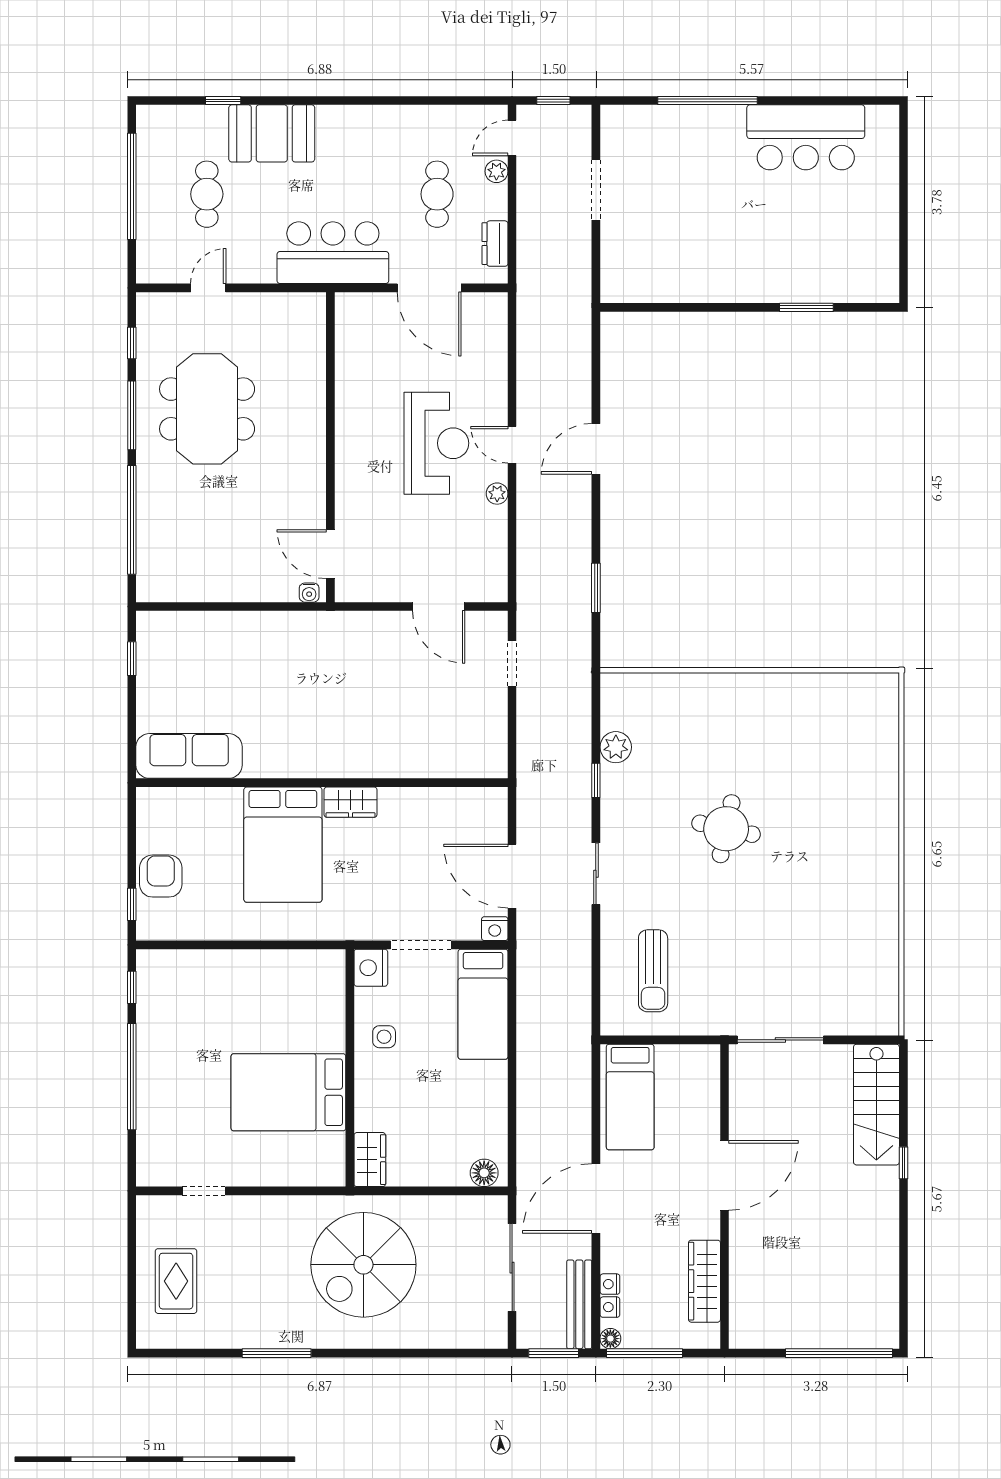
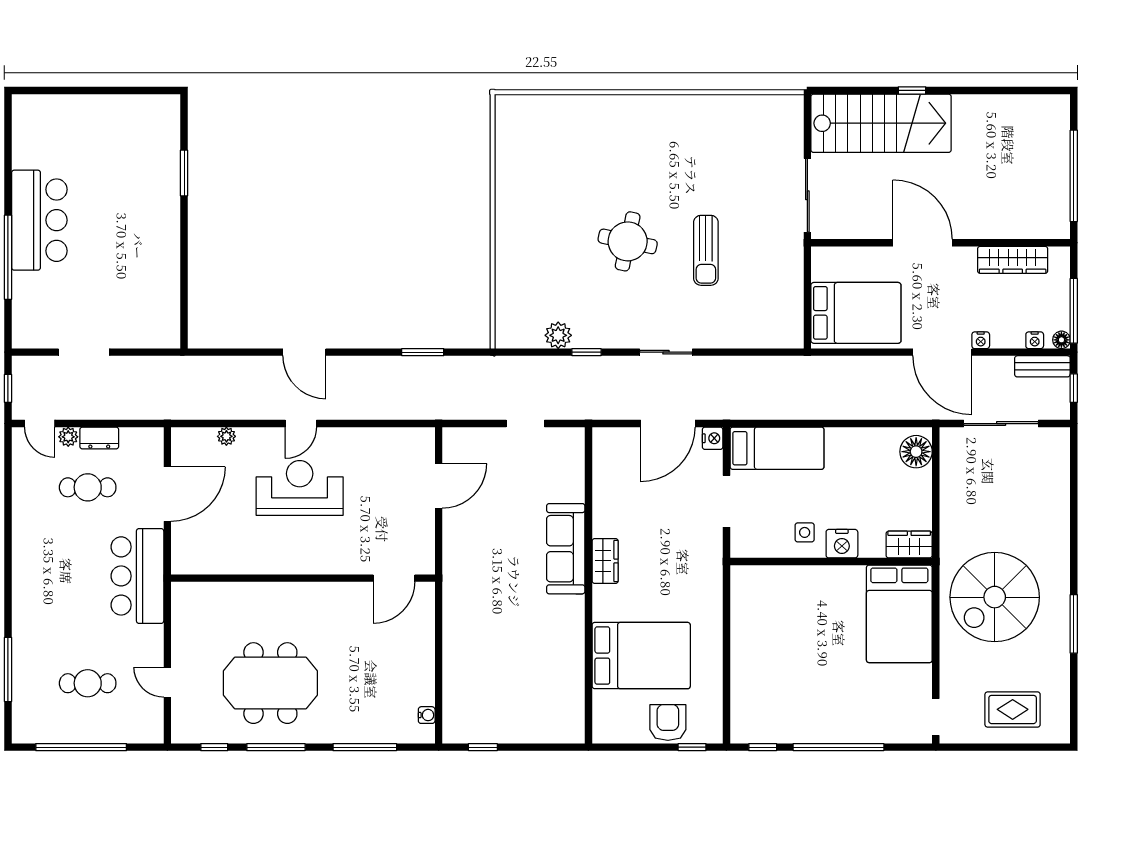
window: (223, 100) -> (8, 669), width x2.17
booth: (272, 133) -> (36, 628), removed
bar counter: (806, 137) -> (39, 220), moved
dresser: (495, 244) -> (99, 438), moved
plant: (497, 494) -> (226, 436), moved
window: (132, 520) -> (365, 747), width x0.68
water cooler: (309, 593) -> (427, 715), moved
doorway: (512, 664) -> (525, 424), moved
sofa: (189, 756) -> (566, 549), moved
bed: (283, 845) -> (641, 656), moved
armchair: (161, 876) -> (668, 722), turned 90
nightstand: (371, 968) -> (842, 544), moved
sun lounger: (653, 971) -> (706, 250), moved, turned 90
bed: (288, 1092) -> (899, 614), moved
bed: (630, 1097) -> (856, 313), width x1.50
stairs: (876, 1105) -> (881, 123), width x1.36, depth x1.51
floor lamp: (484, 1173) -> (916, 452), width x1.38, depth x1.38
doorway: (204, 1191) -> (936, 717), moved
spiral stairs: (363, 1265) -> (995, 597), moved, turned 90
nightstand: (610, 1284) -> (981, 340), moved
bench: (579, 1304) -> (1042, 366), width x0.73
window: (554, 1353) -> (1074, 388), width x0.67
window: (839, 1353) -> (1074, 176), moved

